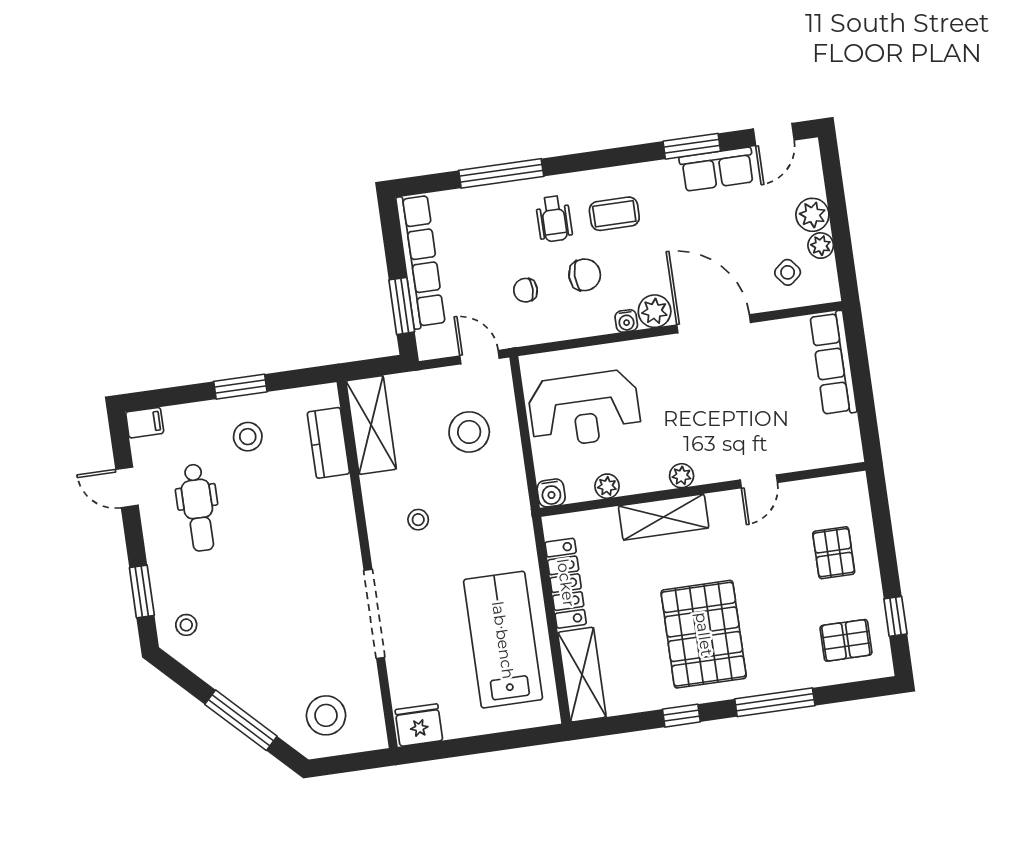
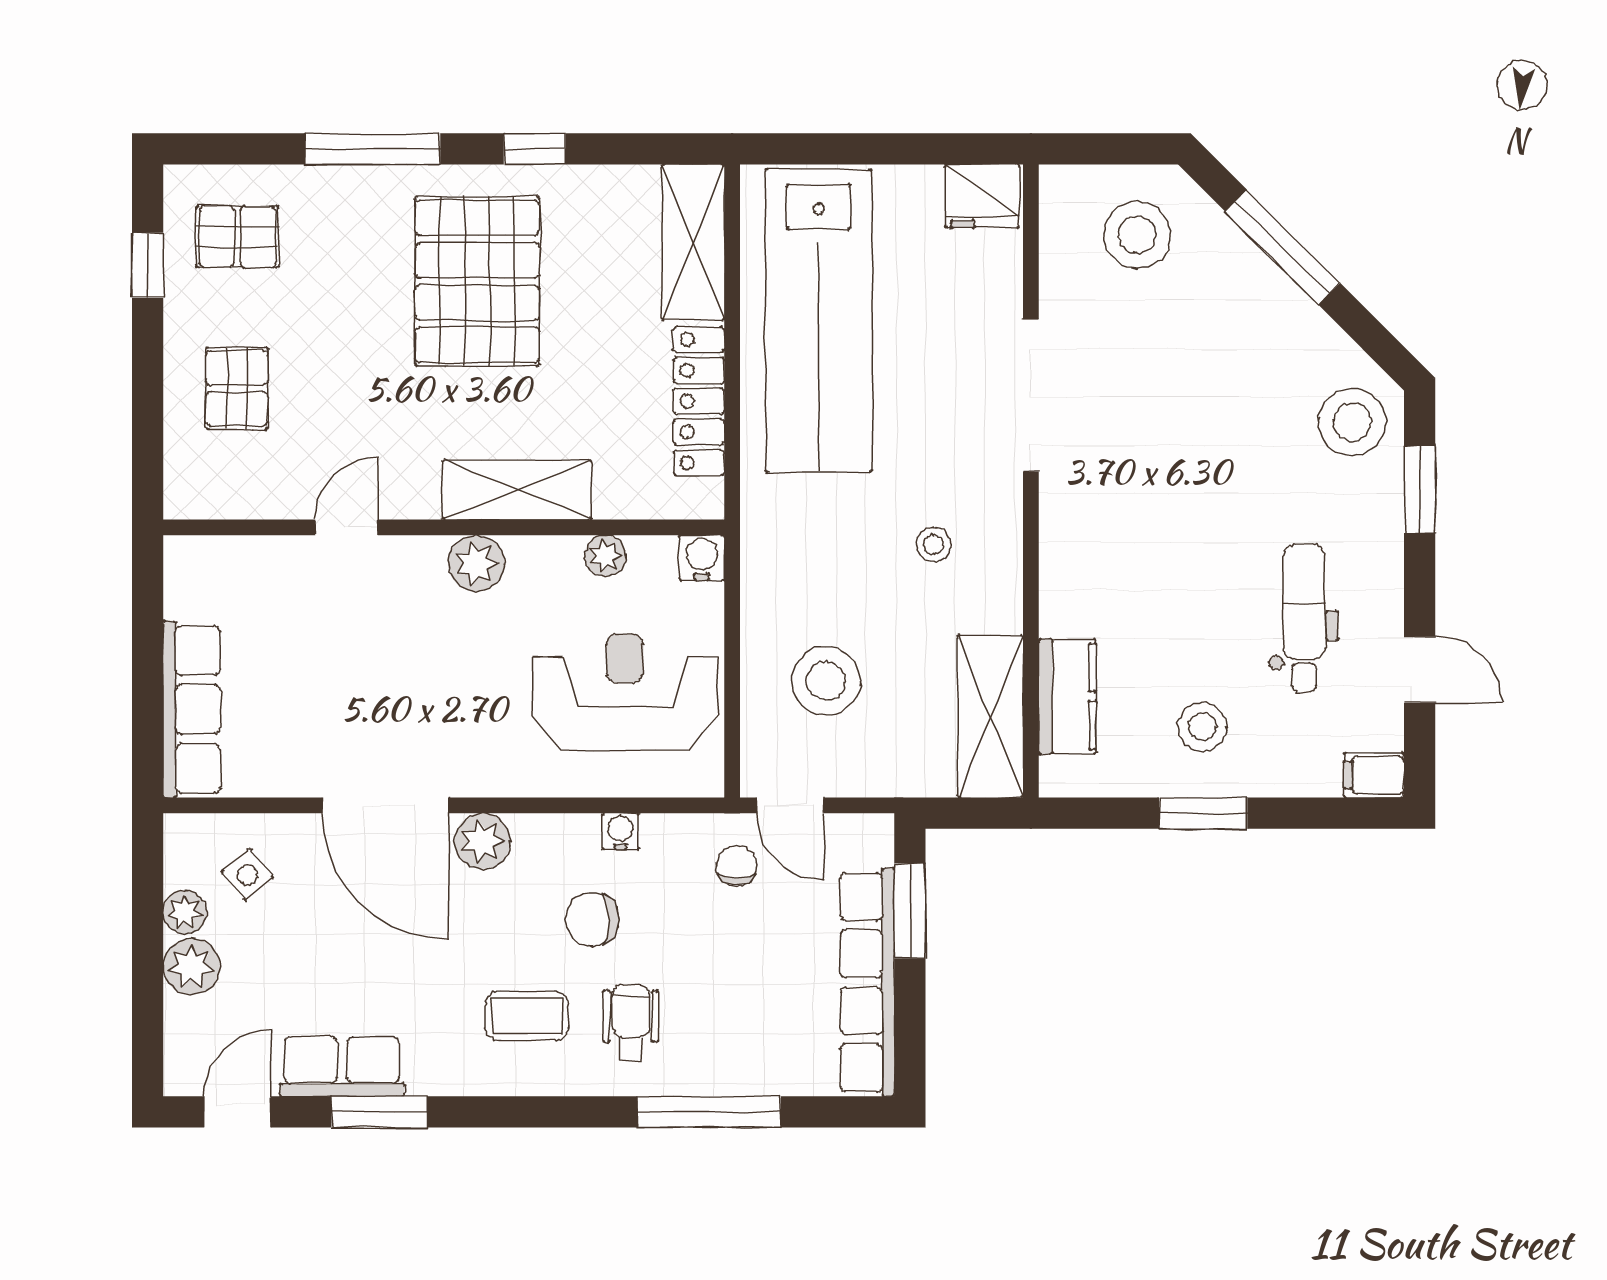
chair: (525, 290) -> (736, 866), moved, turned -90
water cooler: (626, 321) -> (620, 831), moved
plant: (682, 476) -> (476, 563), width x1.38, depth x1.38
stool: (186, 625) -> (1352, 422), width x1.89, depth x1.89
lab bench: (503, 640) -> (819, 321), width x1.36

